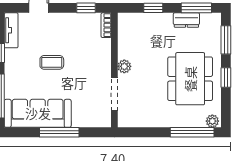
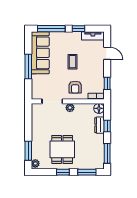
dresser: (186, 20) -> (99, 125), moved
floor lamp: (126, 21) -> (99, 108), added
armchair: (92, 58) -> (75, 87), added
dining table: (190, 79) -> (62, 149), width x0.73
window: (192, 132) -> (28, 151), width x0.69

